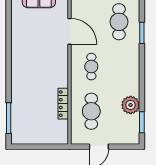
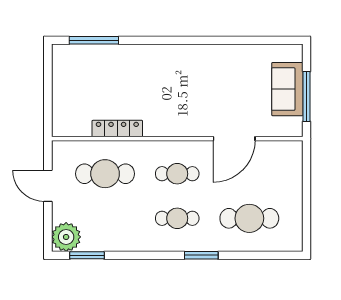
window: (142, 33) -> (201, 255), moved
cafe table: (119, 67) -> (177, 218), added
plant: (131, 105) -> (66, 237), moved

